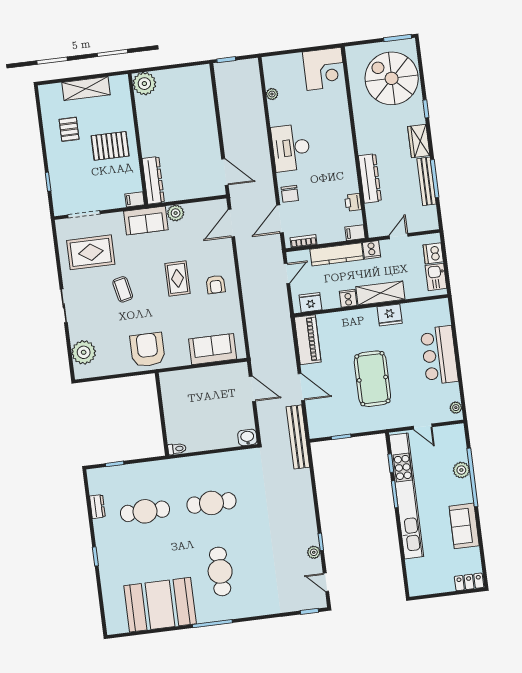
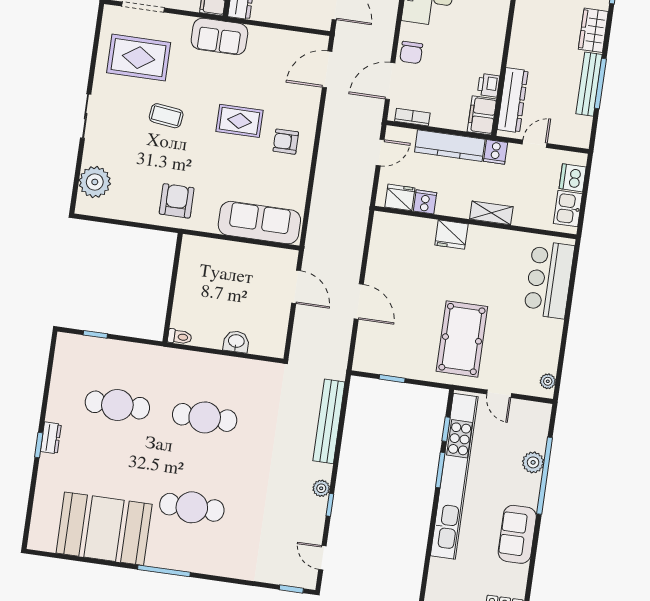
dresser: (370, 178) -> (513, 100), moved
plant: (176, 213) -> (260, 37), removed
filing cabinet: (355, 233) -> (482, 115), width x2.00
rug: (177, 278) -> (239, 121), turned 90
armchair: (216, 284) -> (286, 142), turned 90
coffee table: (123, 289) -> (166, 116), turned -71
shelving: (380, 293) -> (491, 213), width x0.67, depth x0.75
cooker: (348, 298) -> (425, 202), moved
fridge: (390, 315) -> (451, 235), moved
piano: (308, 340) -> (383, 244), removed
sofa: (213, 349) -> (259, 223), width x1.36
armchair: (147, 350) -> (177, 201), width x0.73, depth x0.73
bar counter: (439, 355) -> (549, 280), moved
pool table: (372, 379) -> (462, 339), moved
washbasin: (247, 437) -> (236, 342), moved
bench: (298, 437) -> (329, 421), moved
dresser: (97, 507) -> (51, 438), moved
plant: (314, 552) -> (321, 488), moved
cafe table: (220, 571) -> (192, 507), turned 90

